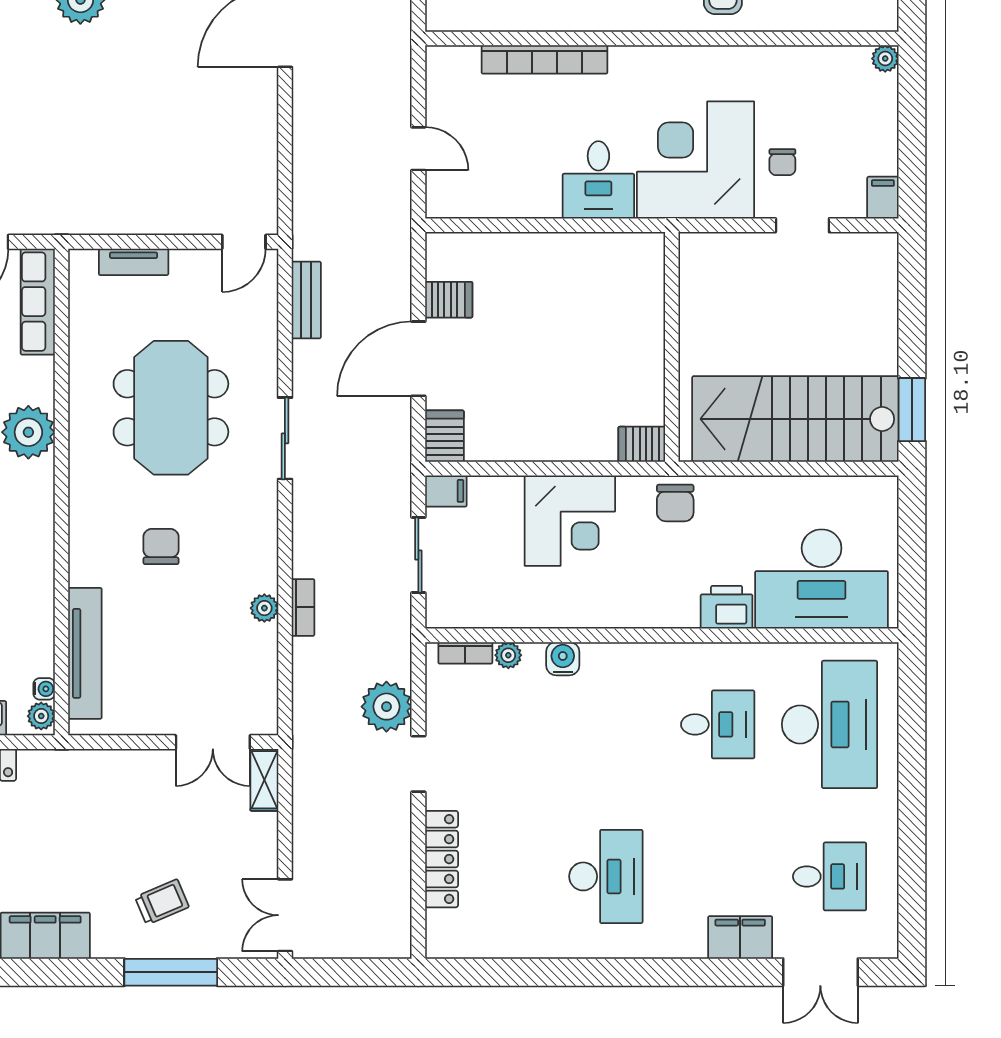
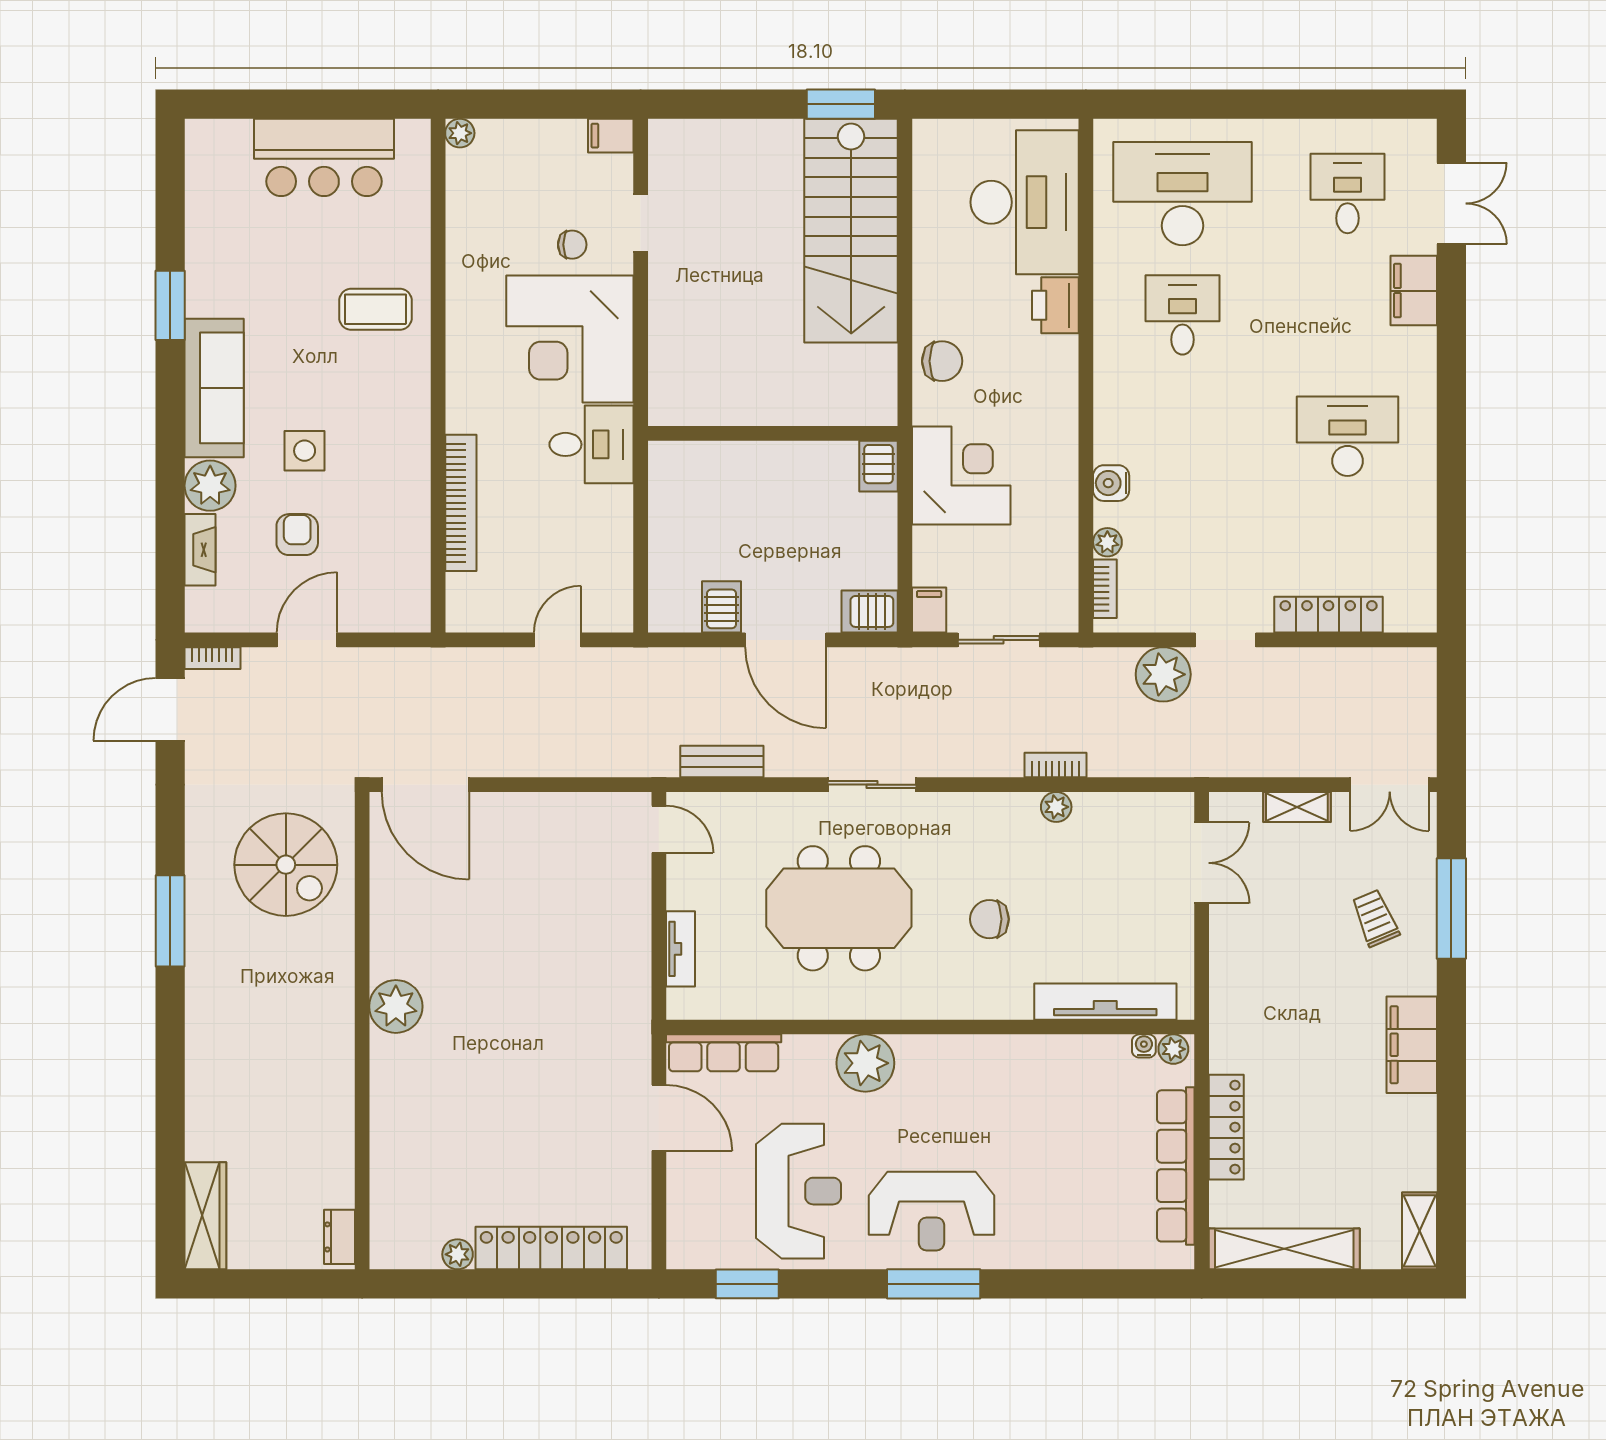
wall: (672, 347) -> (773, 433), moved
server rack: (642, 444) -> (879, 466), moved
shelving: (264, 780) -> (1297, 807), moved

